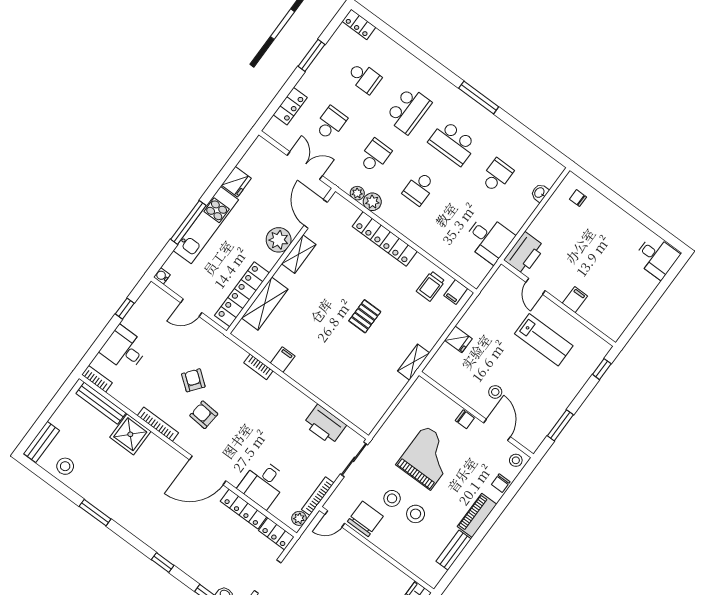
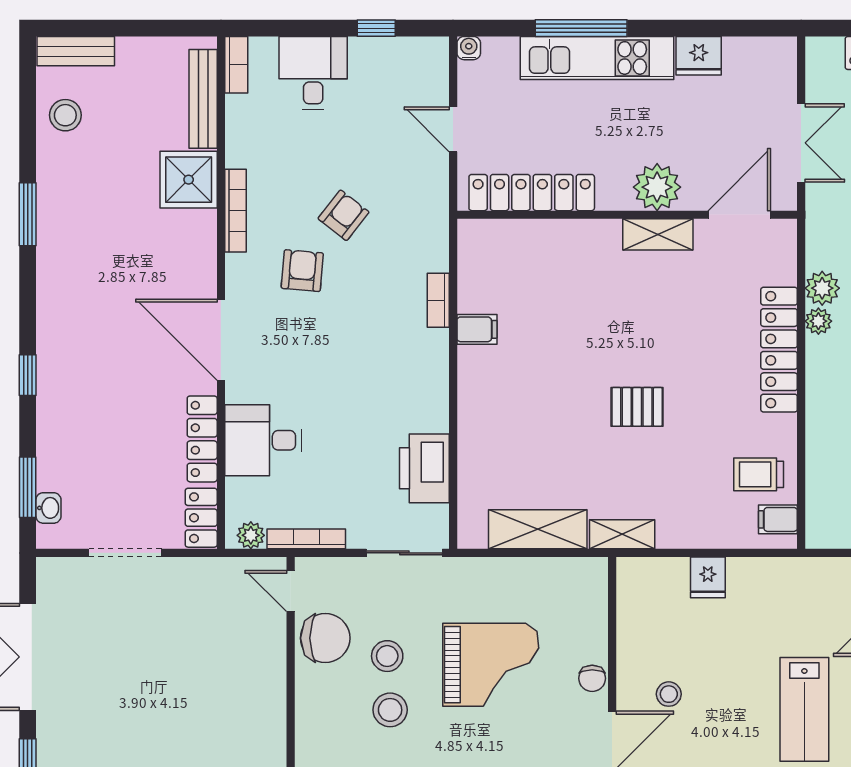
plant: (357, 193) -> (818, 321), moved
shelving: (265, 304) -> (538, 529), moved

